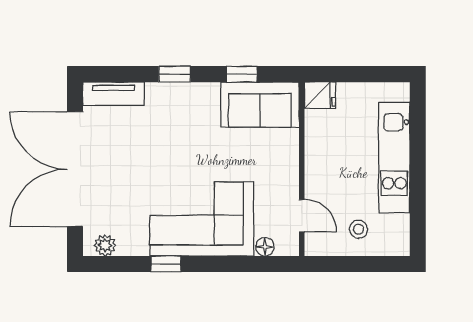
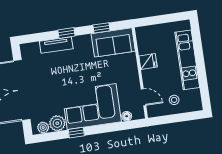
tv unit: (114, 94) -> (56, 45), moved
fridge: (320, 95) -> (148, 61), moved
plant: (133, 241) -> (57, 123), added

